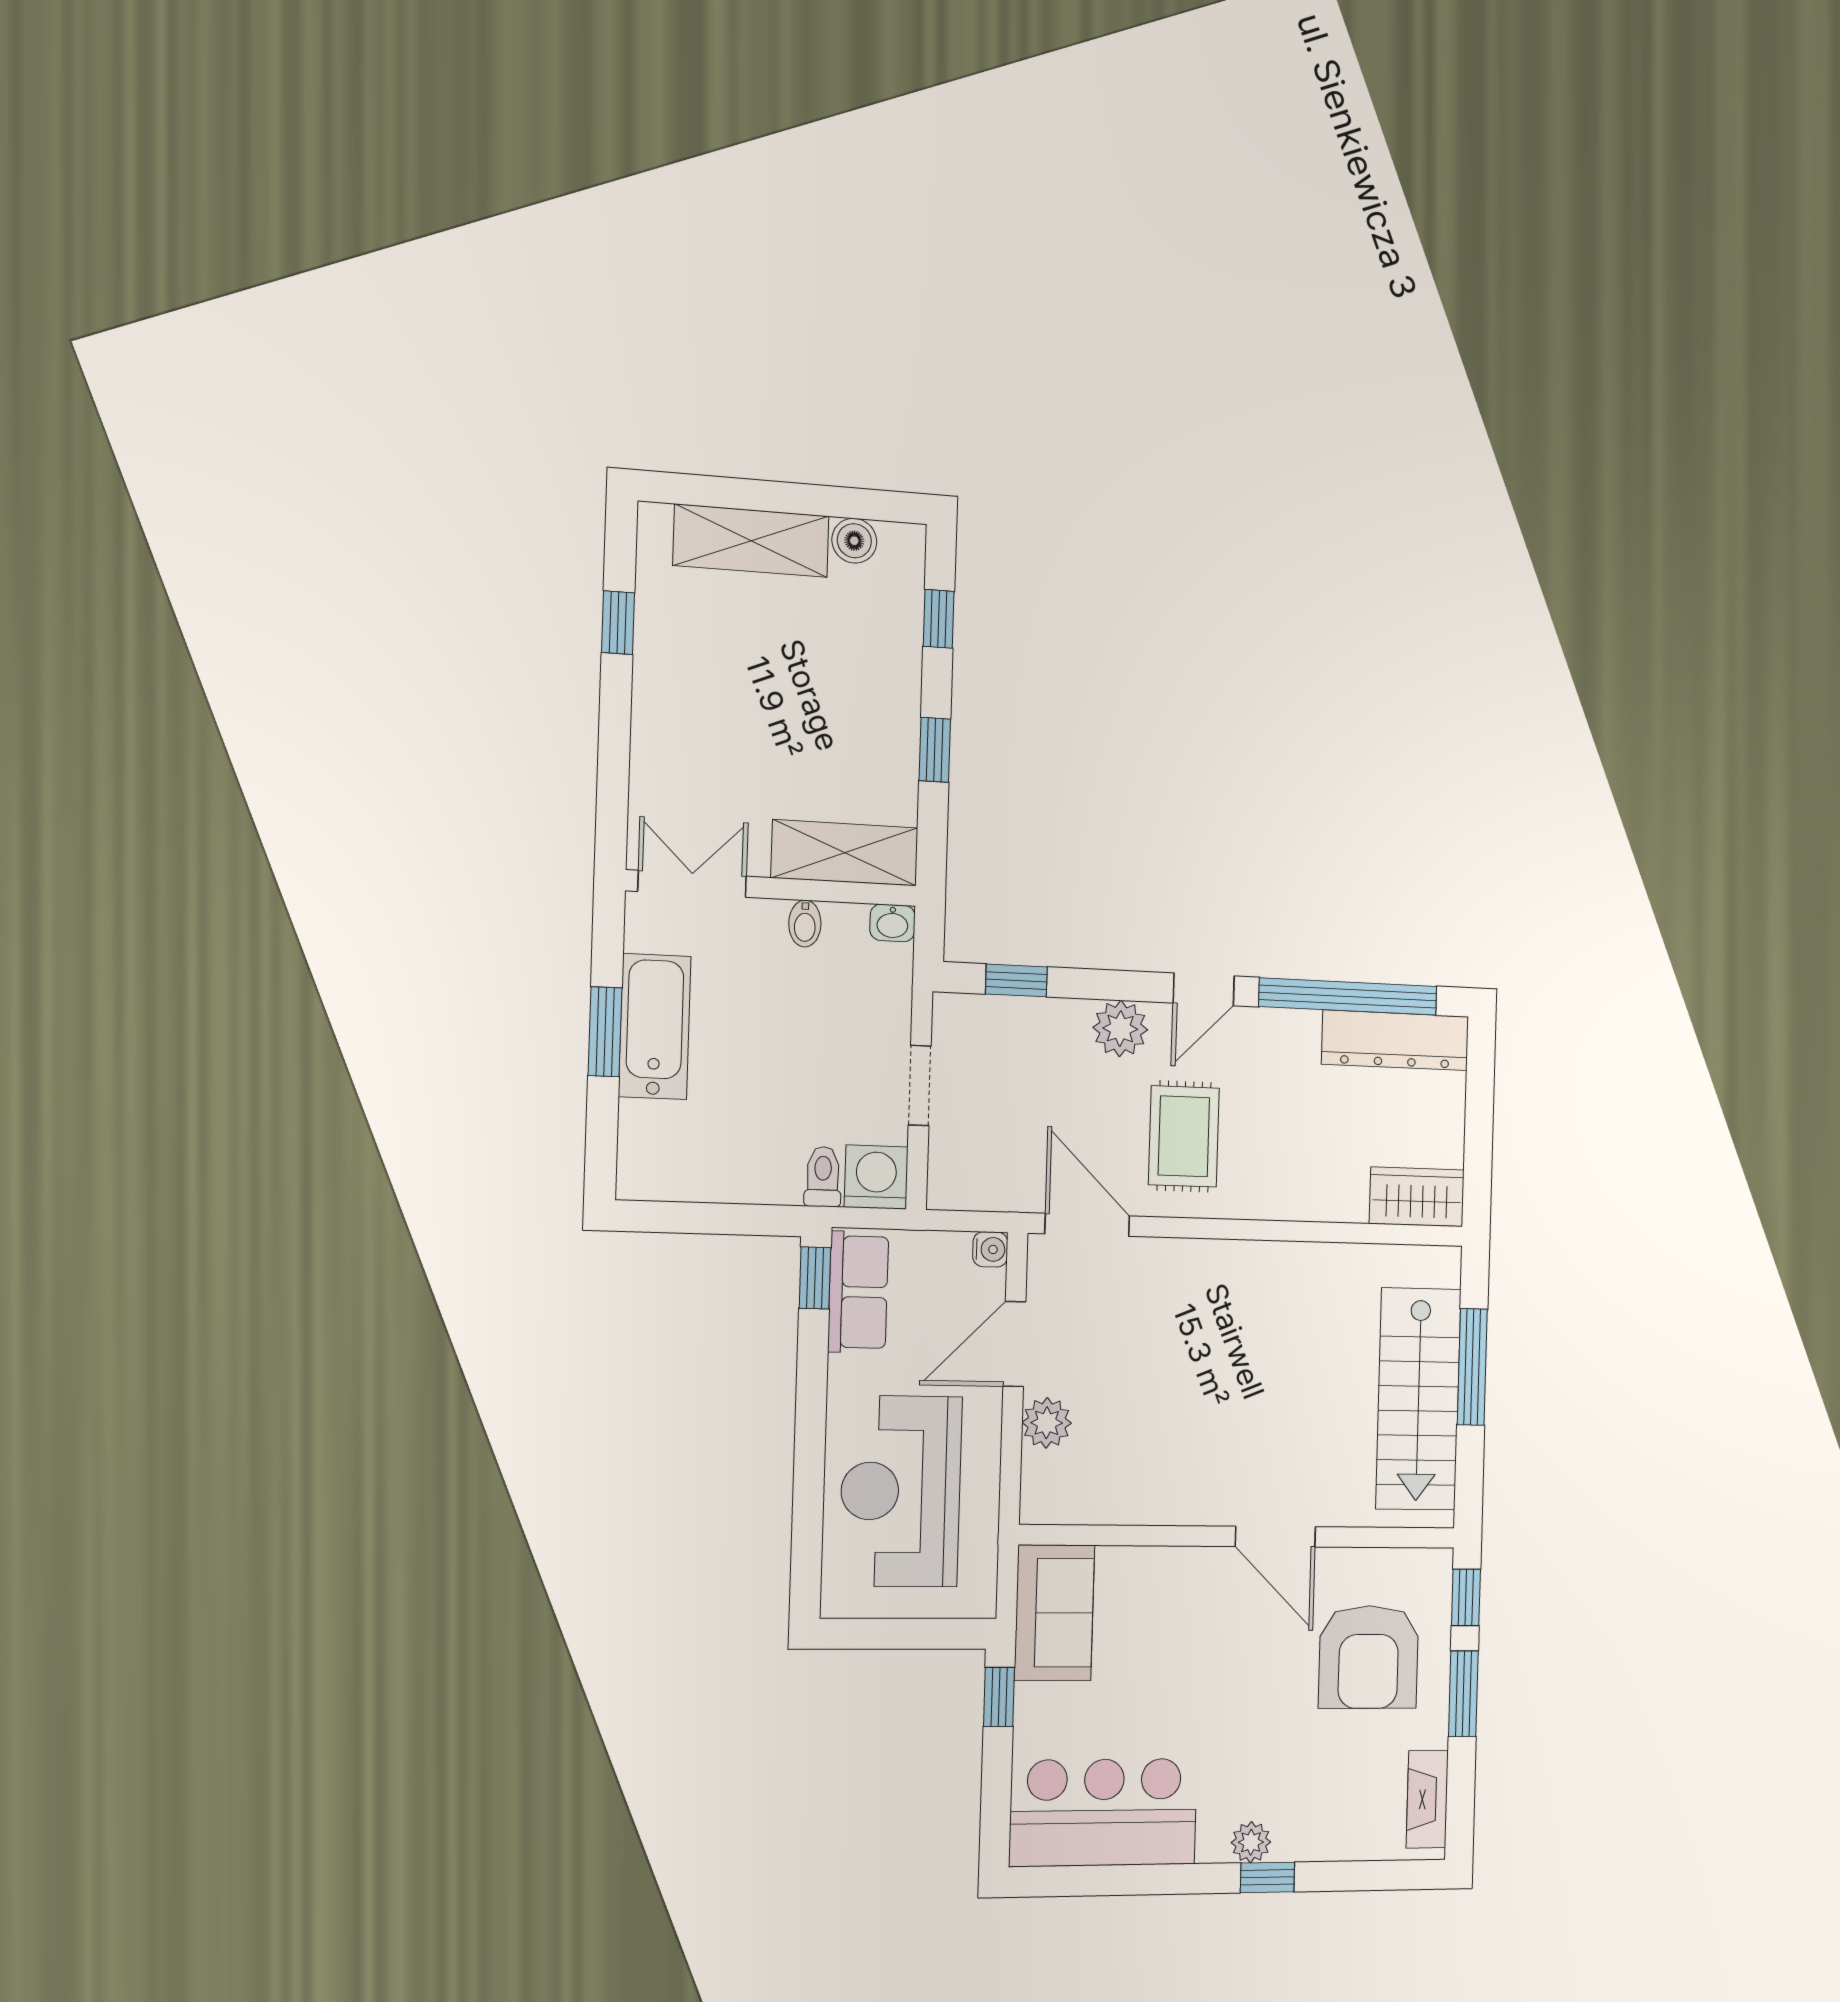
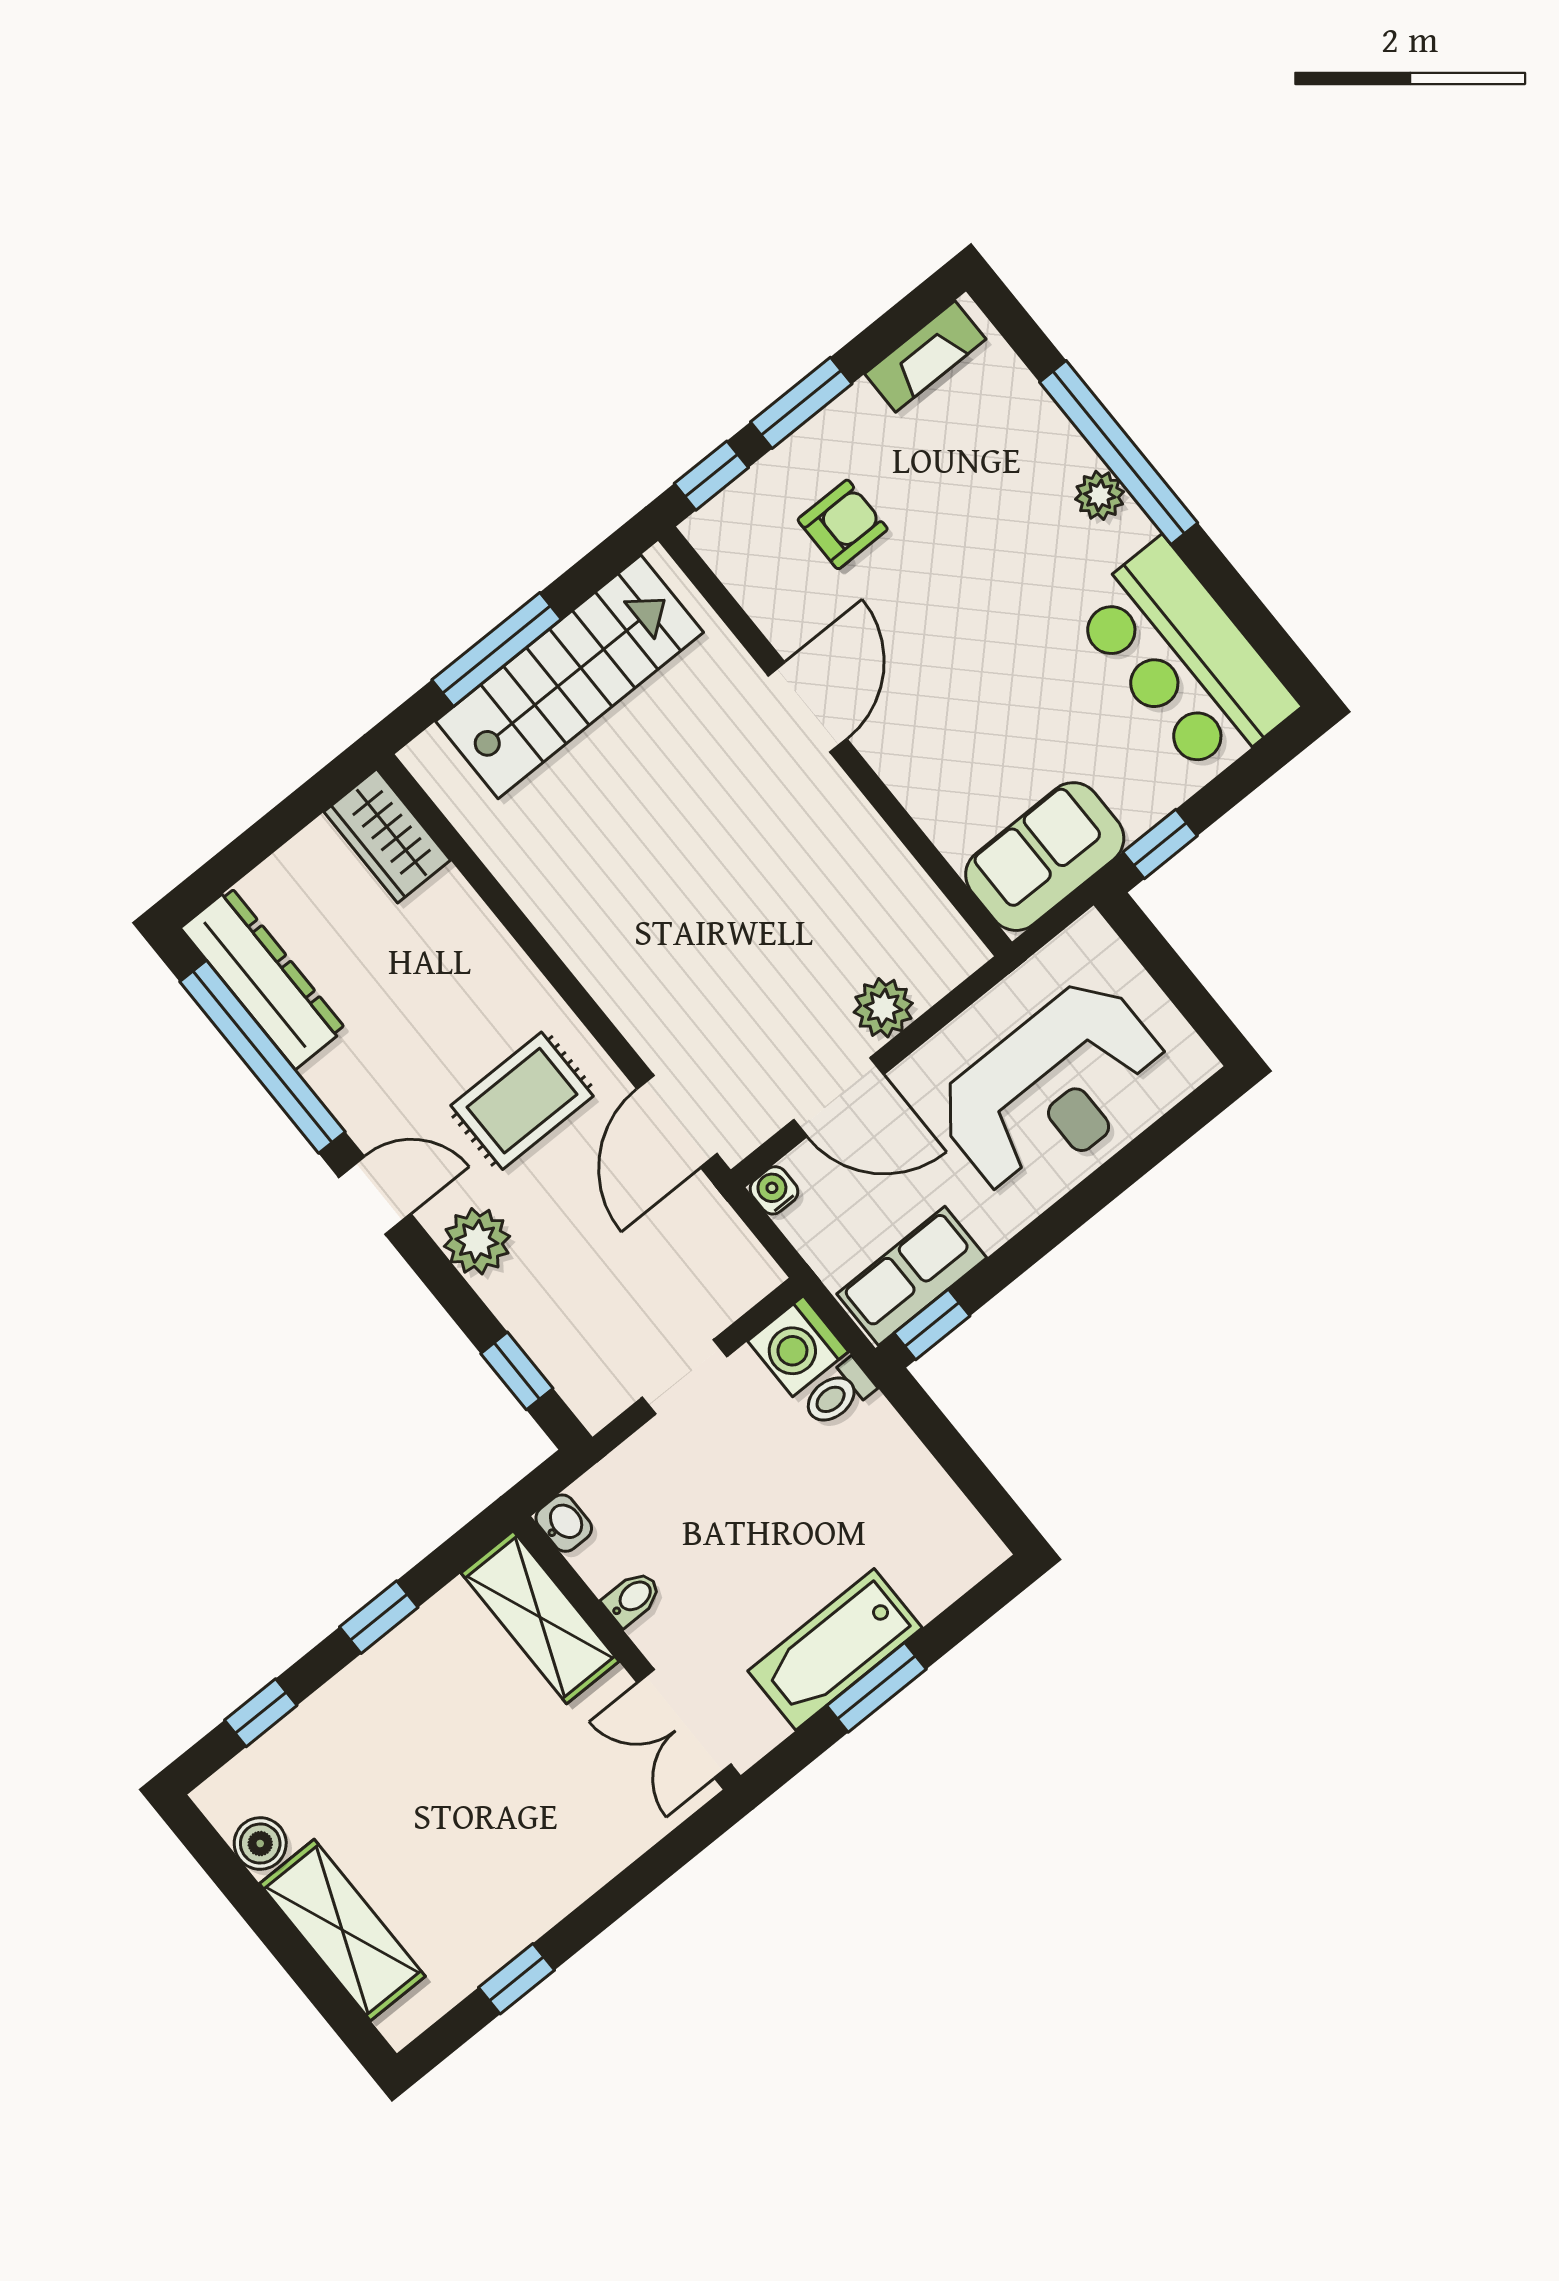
armchair: (1369, 1657) -> (843, 524), width x0.53, depth x0.53
window: (1267, 1877) -> (1119, 452), width x3.17

